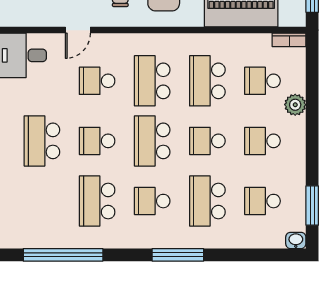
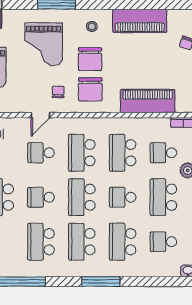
door: (78, 30) -> (40, 115), moved
school desk: (263, 141) -> (163, 197), width x1.85
school desk: (152, 201) -> (82, 242), width x1.85

